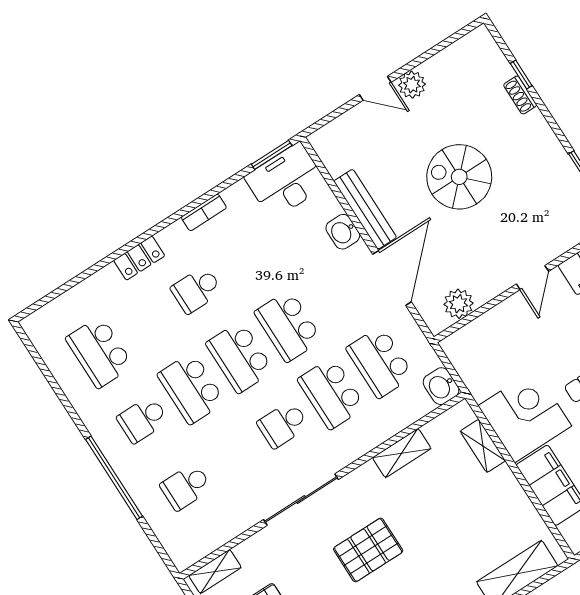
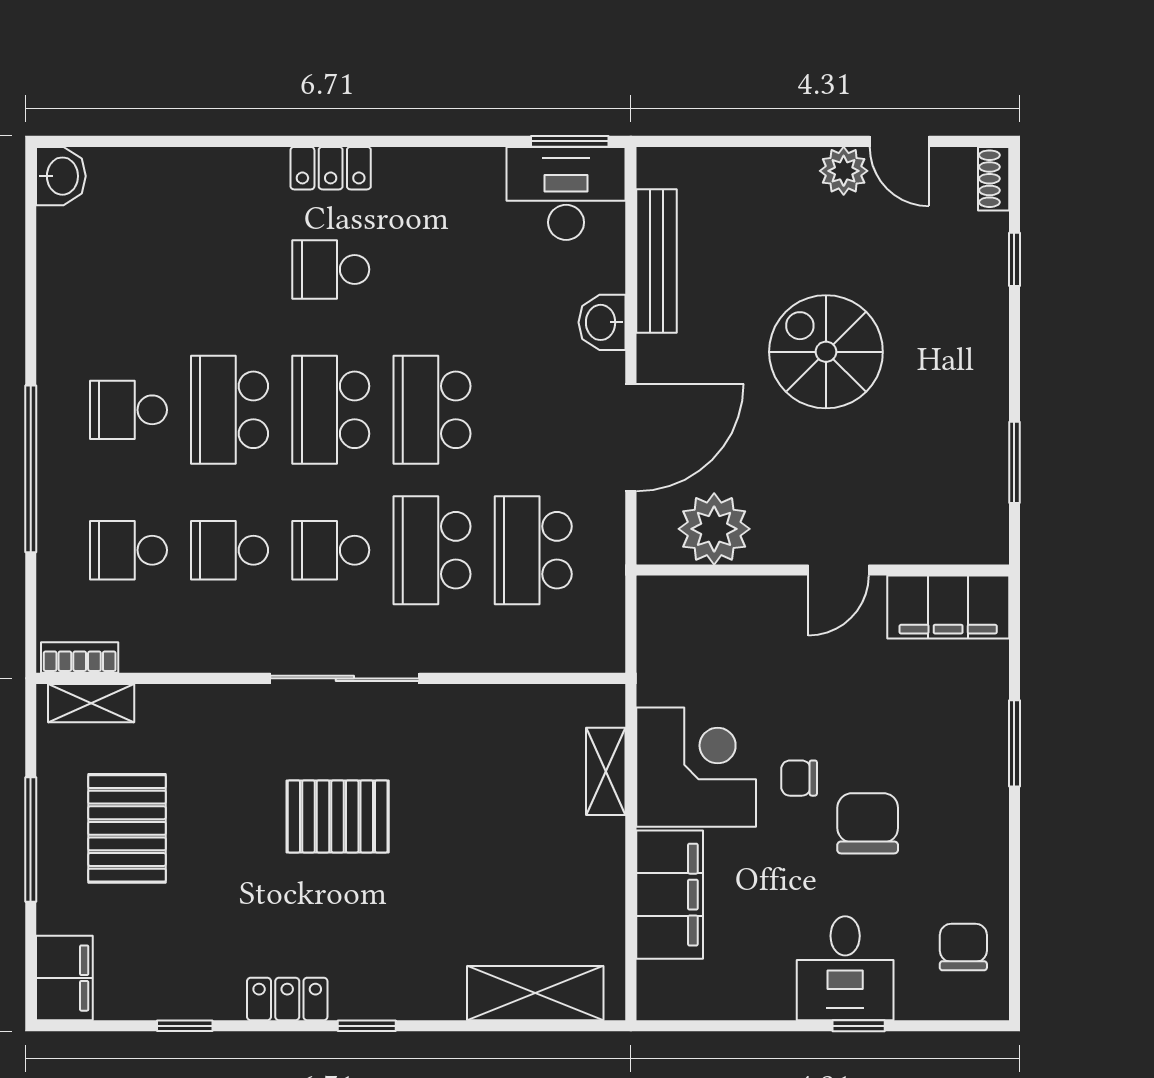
door: (375, 88) -> (899, 141), moved
shoe rack: (520, 95) -> (994, 179), moved
bench: (365, 209) -> (656, 261), moved
bookcase: (204, 212) -> (80, 658), moved, turned 180
locker: (139, 258) -> (331, 168), moved
plant: (458, 304) -> (714, 529), width x1.36, depth x1.36
school desk: (99, 352) -> (230, 550), moved, width x0.54
washbasin: (441, 386) -> (61, 176), moved, turned 180
shelving: (402, 453) -> (479, 705), removed
sliding door: (301, 500) -> (345, 678), moved

